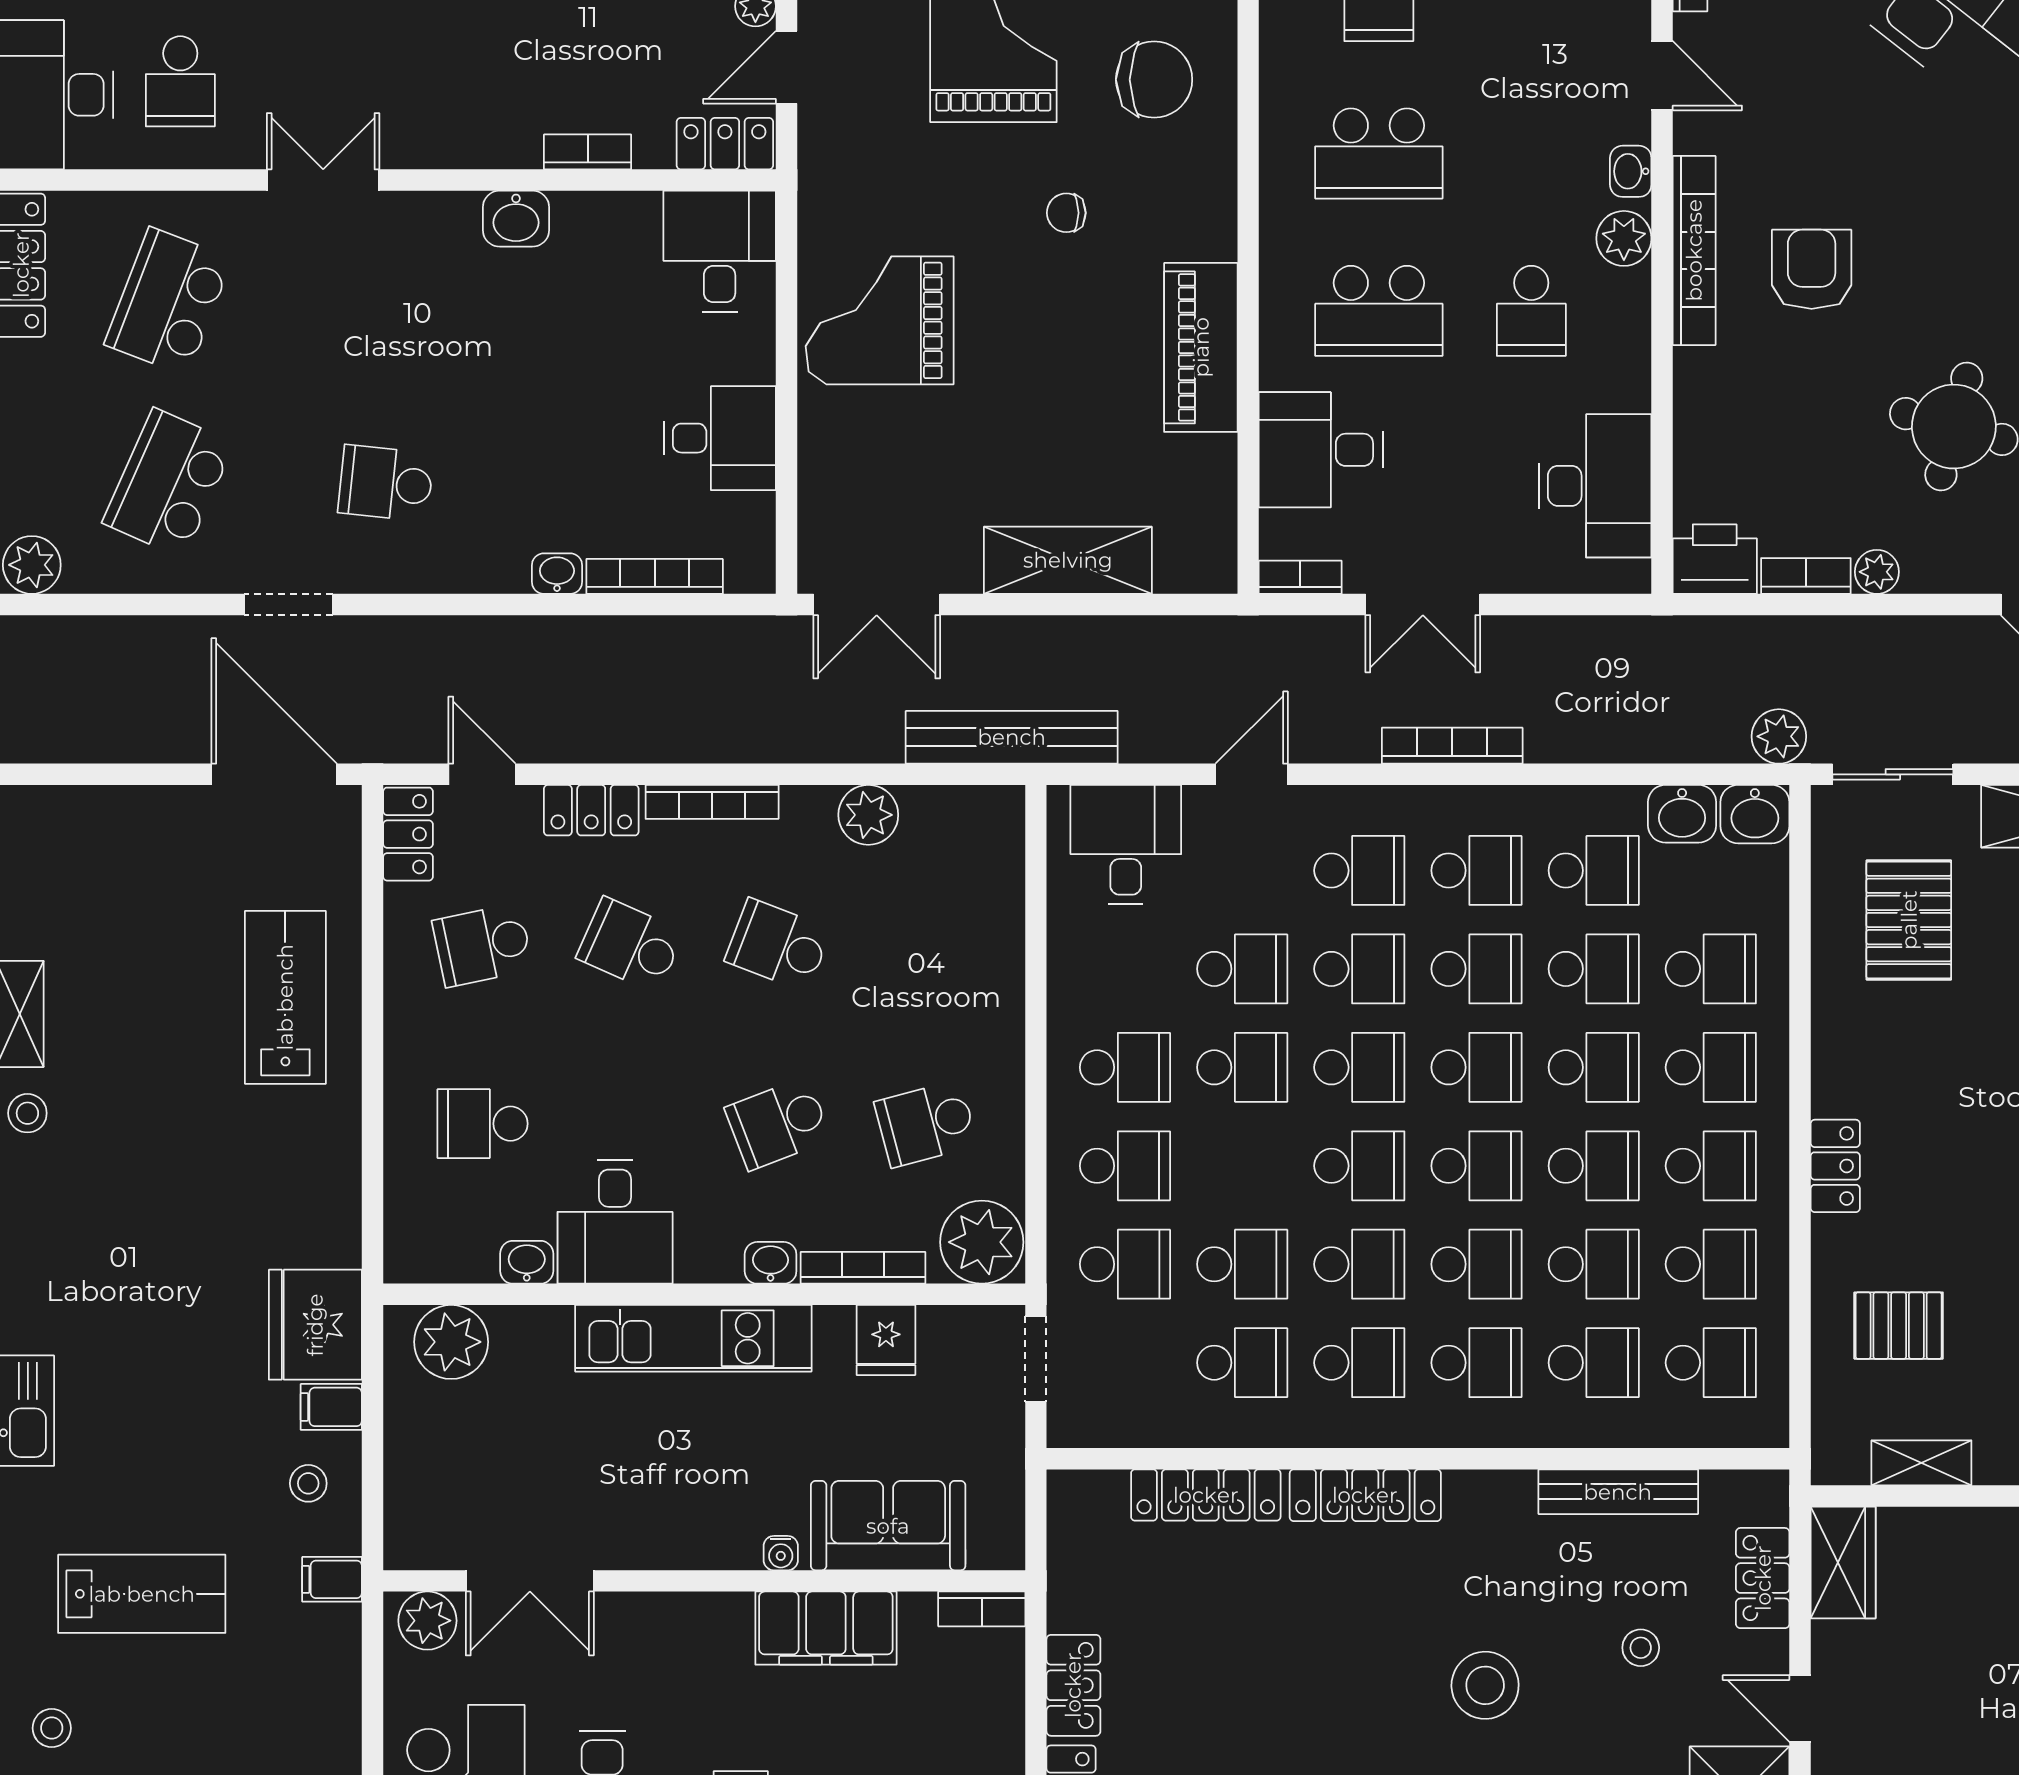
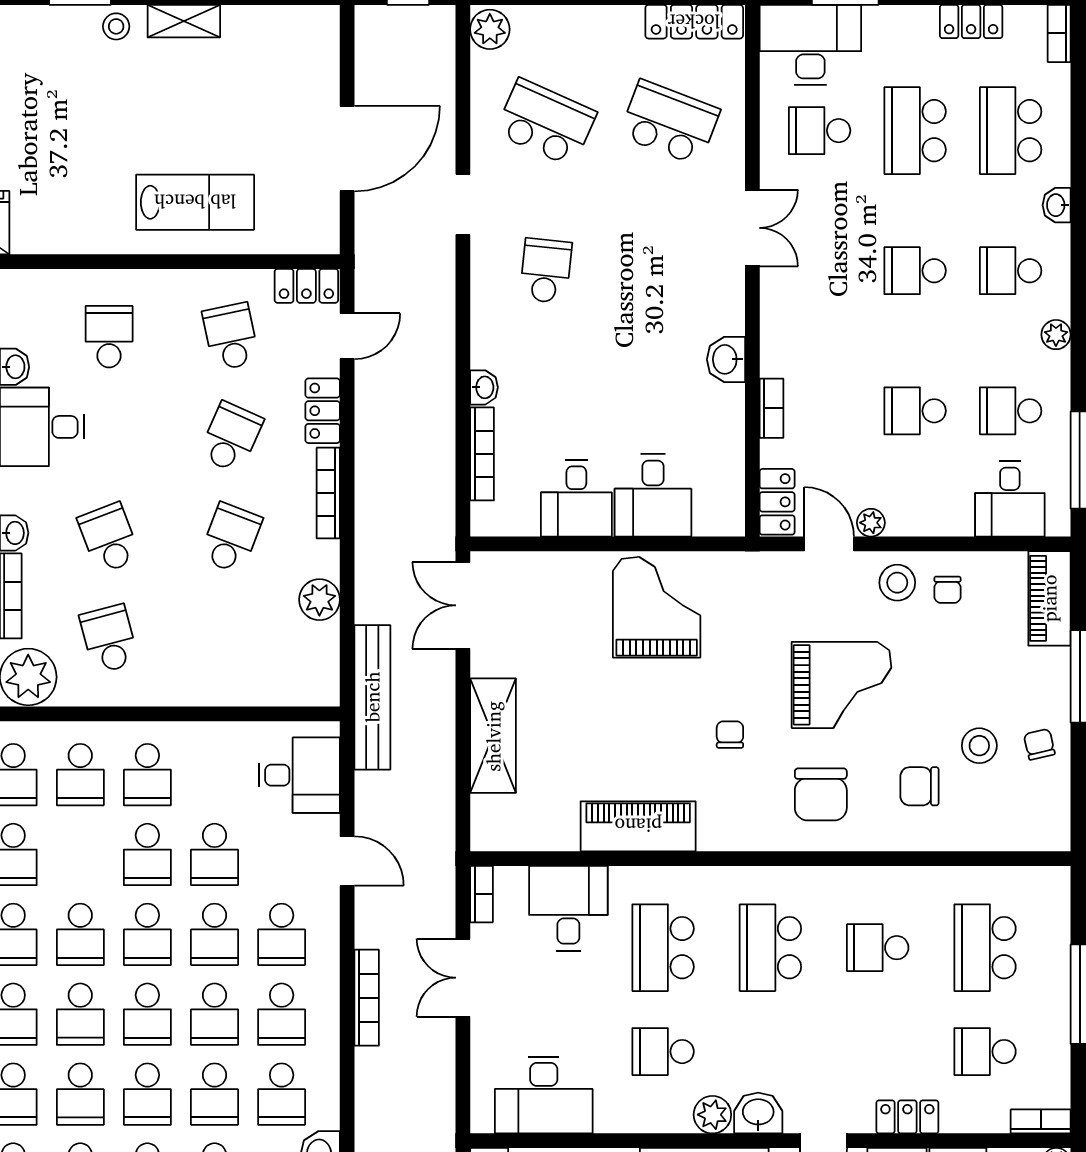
washbasin: (1631, 171) -> (758, 1113), width x1.38, depth x1.45
desk: (720, 251) -> (653, 495), moved, turned 90
door: (274, 774) -> (347, 149), moved

